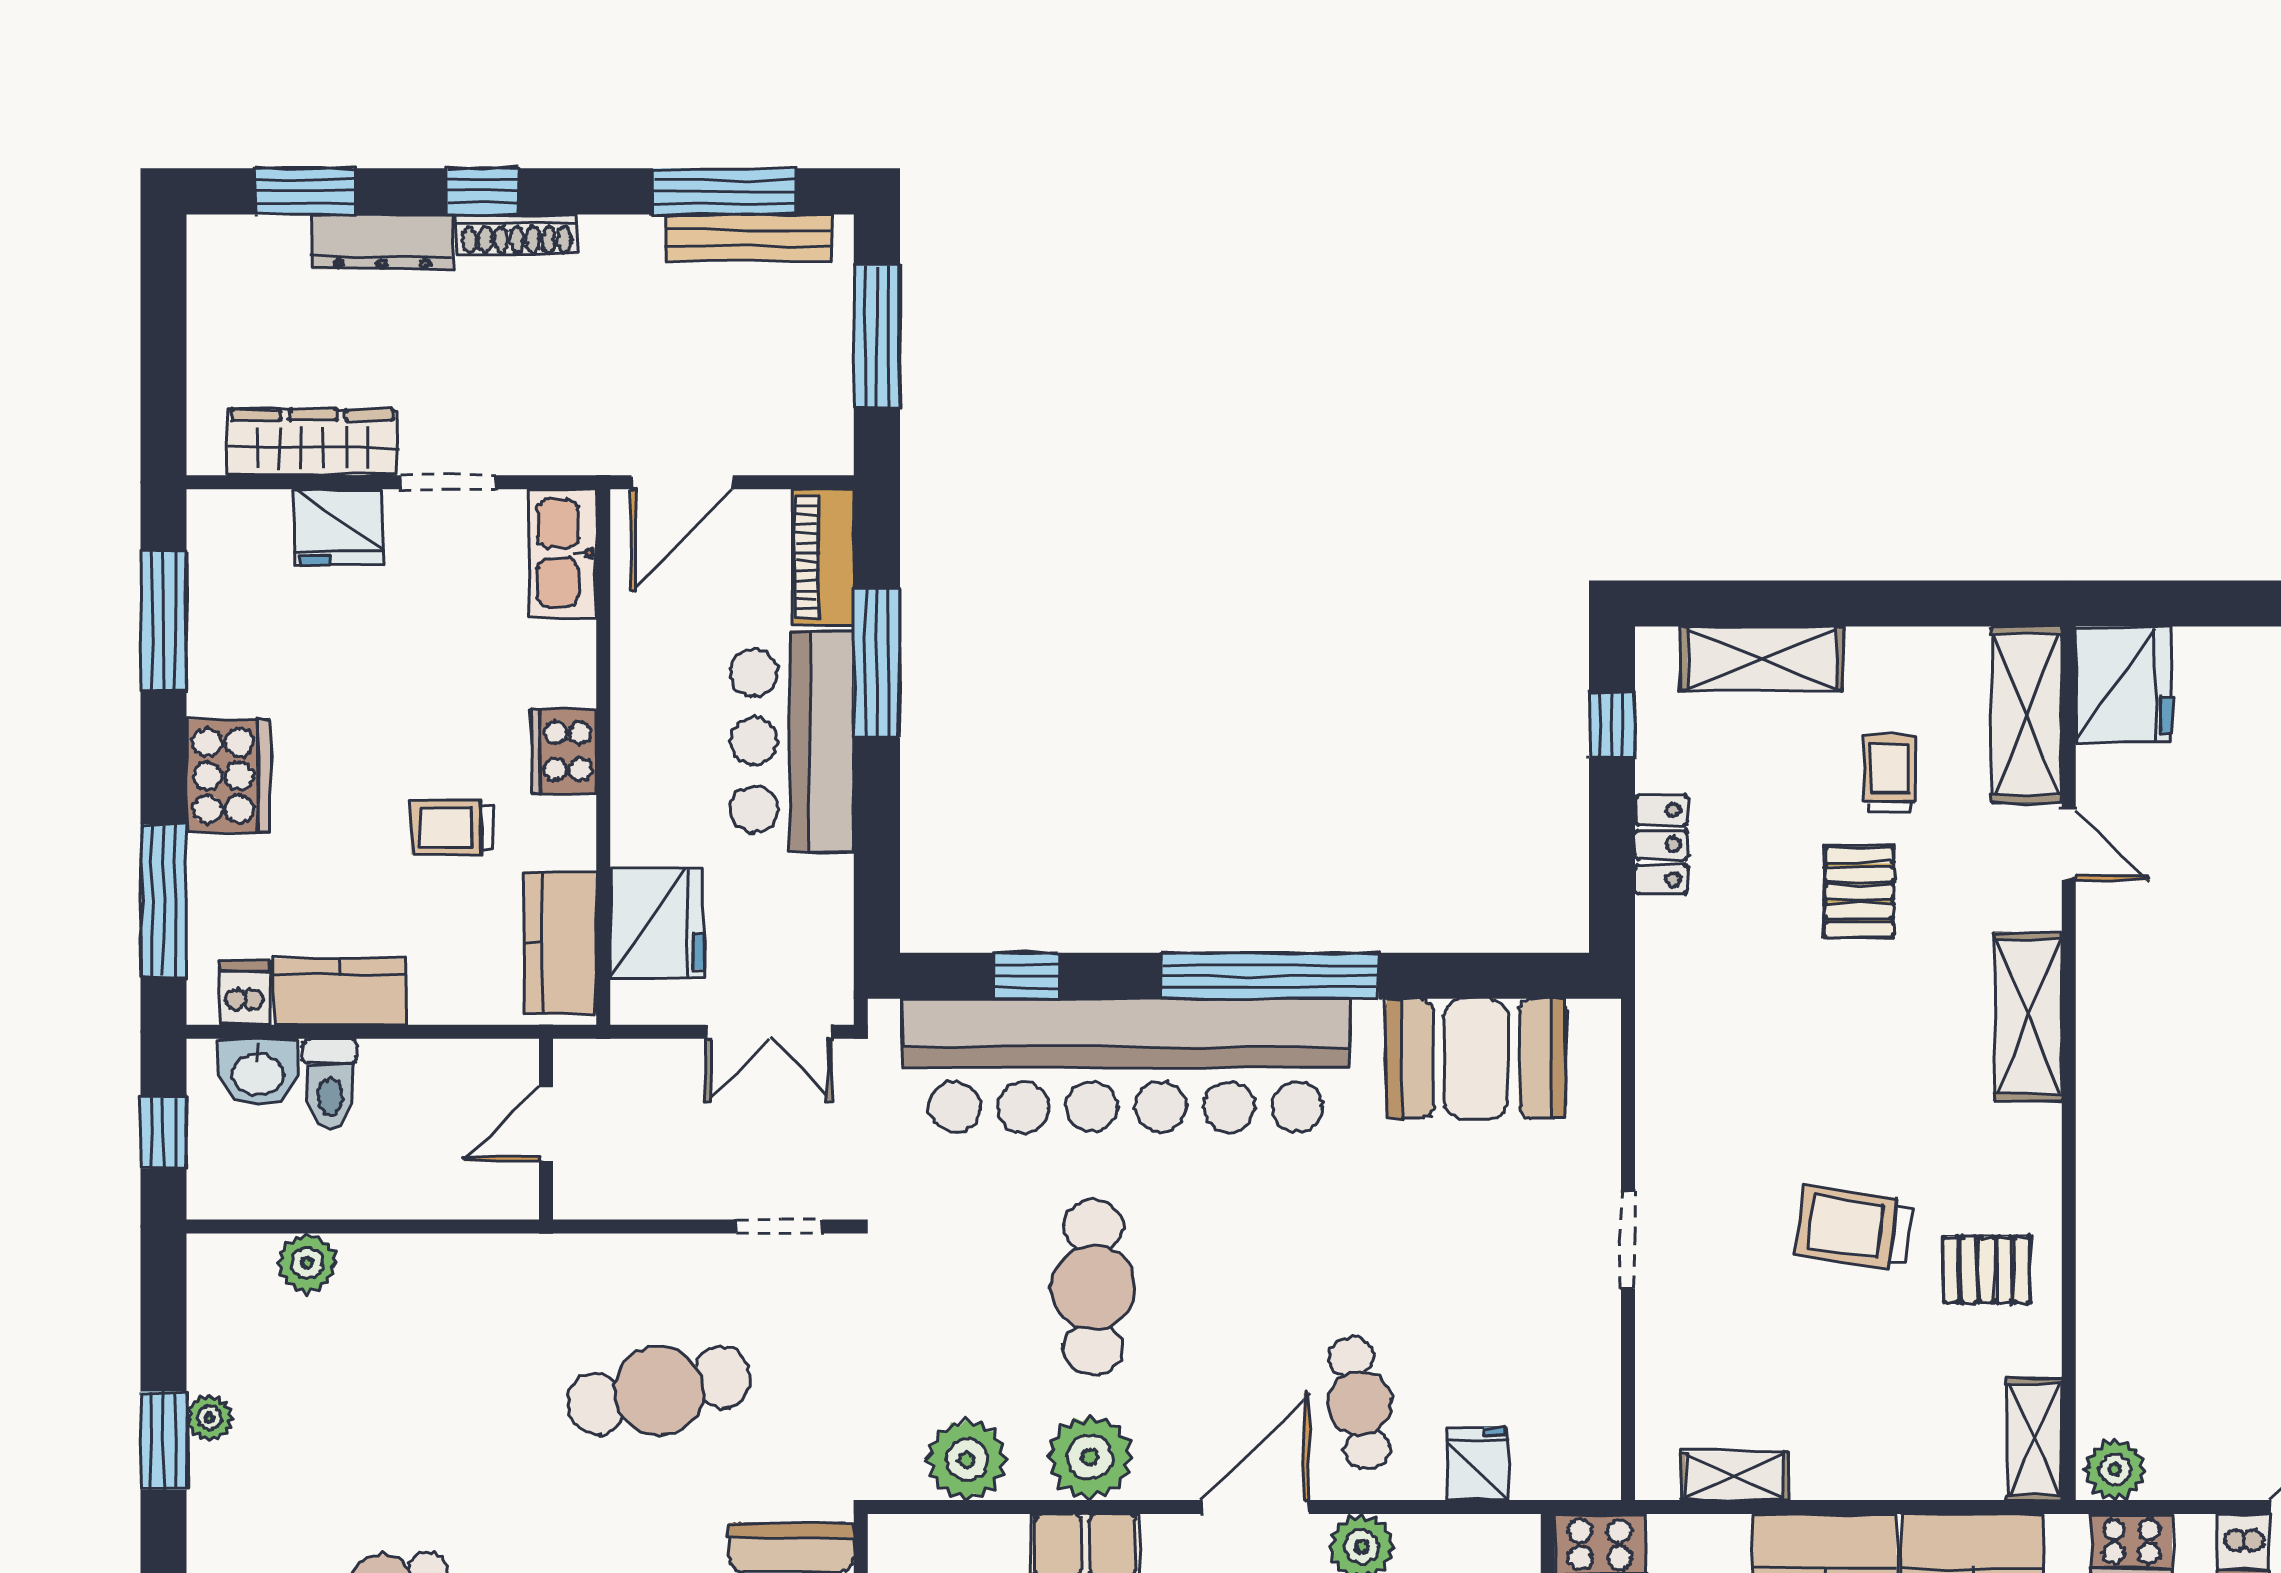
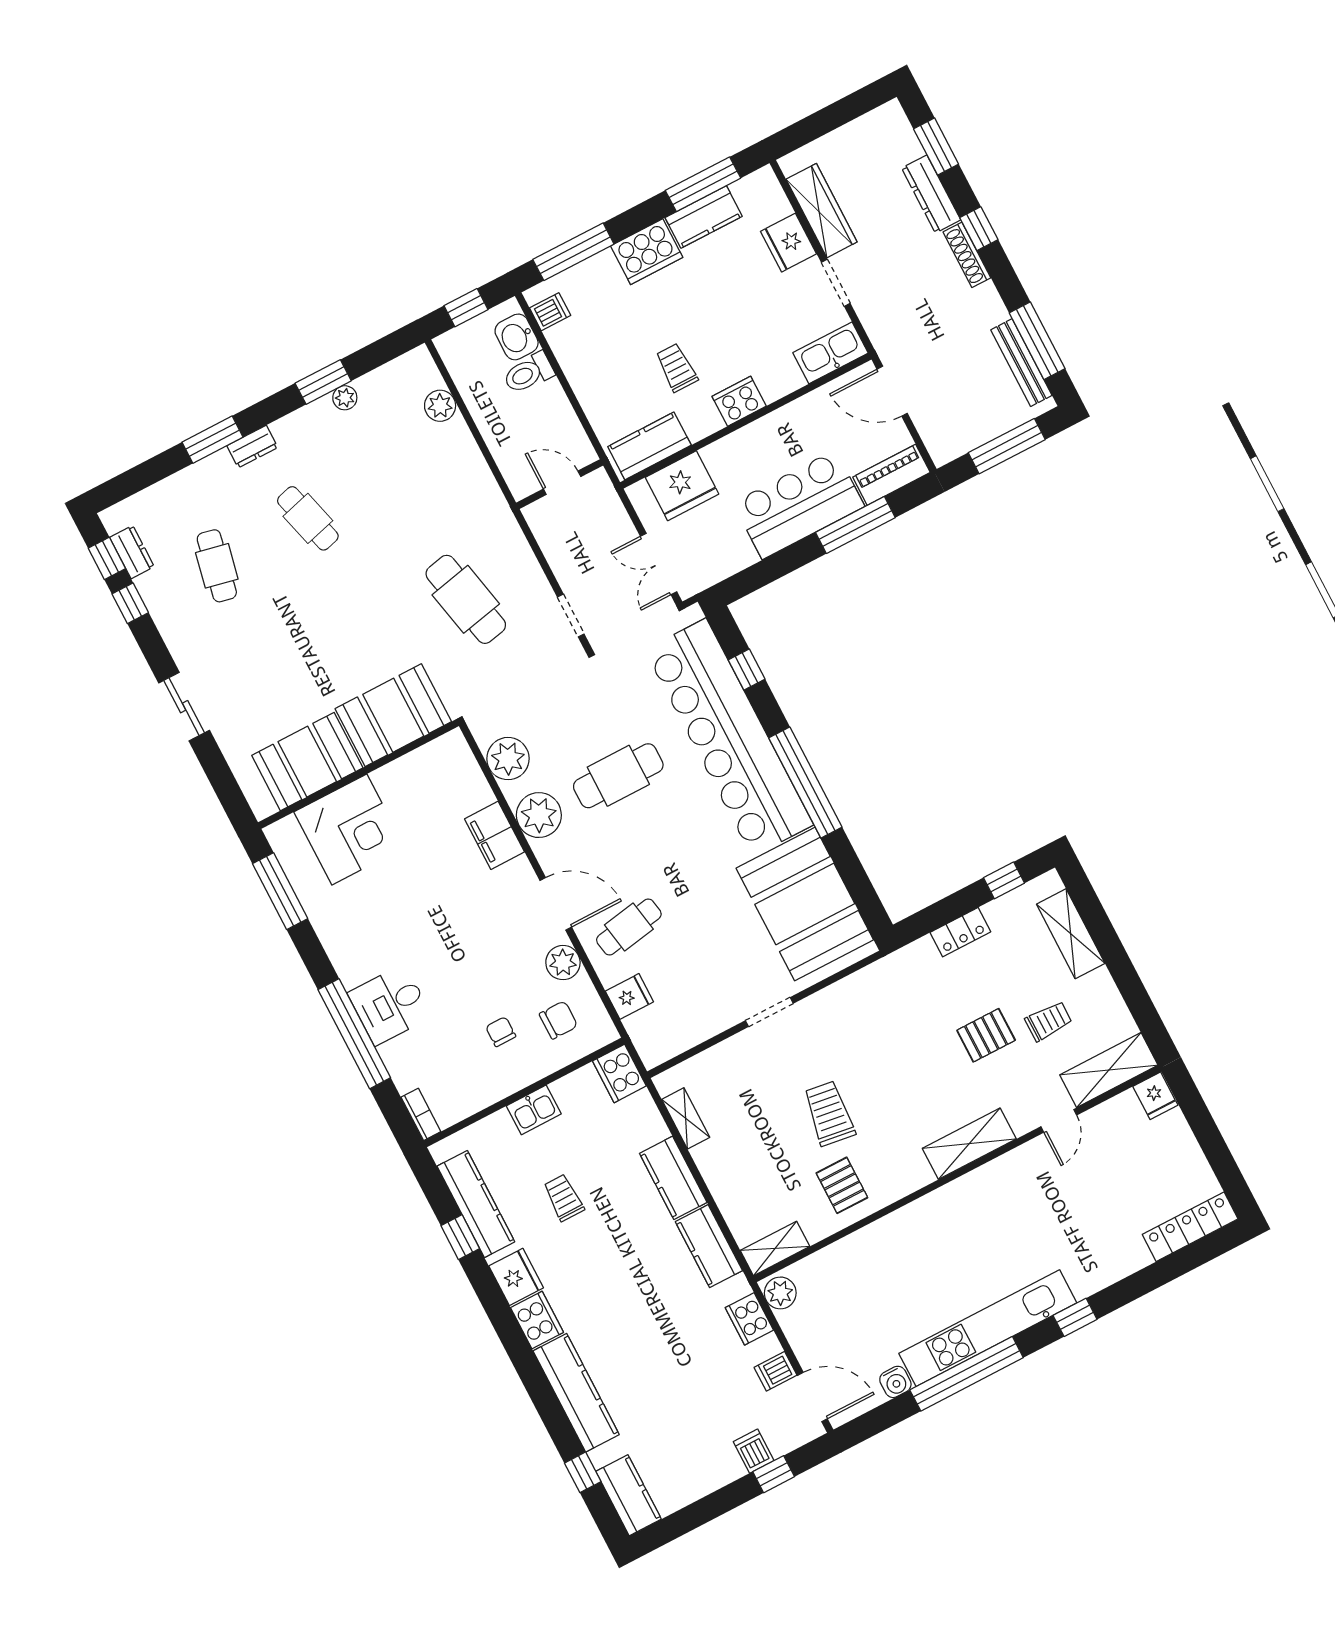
fridge: (2124, 685) -> (1155, 1096), width x0.53, depth x0.75
kitchen counter: (340, 992) -> (704, 217), moved, turned 90
booth: (1476, 1059) -> (805, 904), width x1.36, depth x1.42

